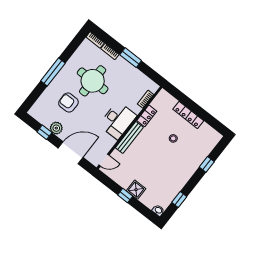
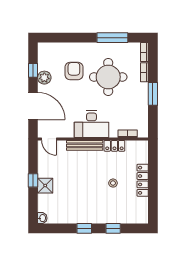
window: (53, 72) -> (112, 38), moved
window: (179, 199) -> (84, 228), moved

